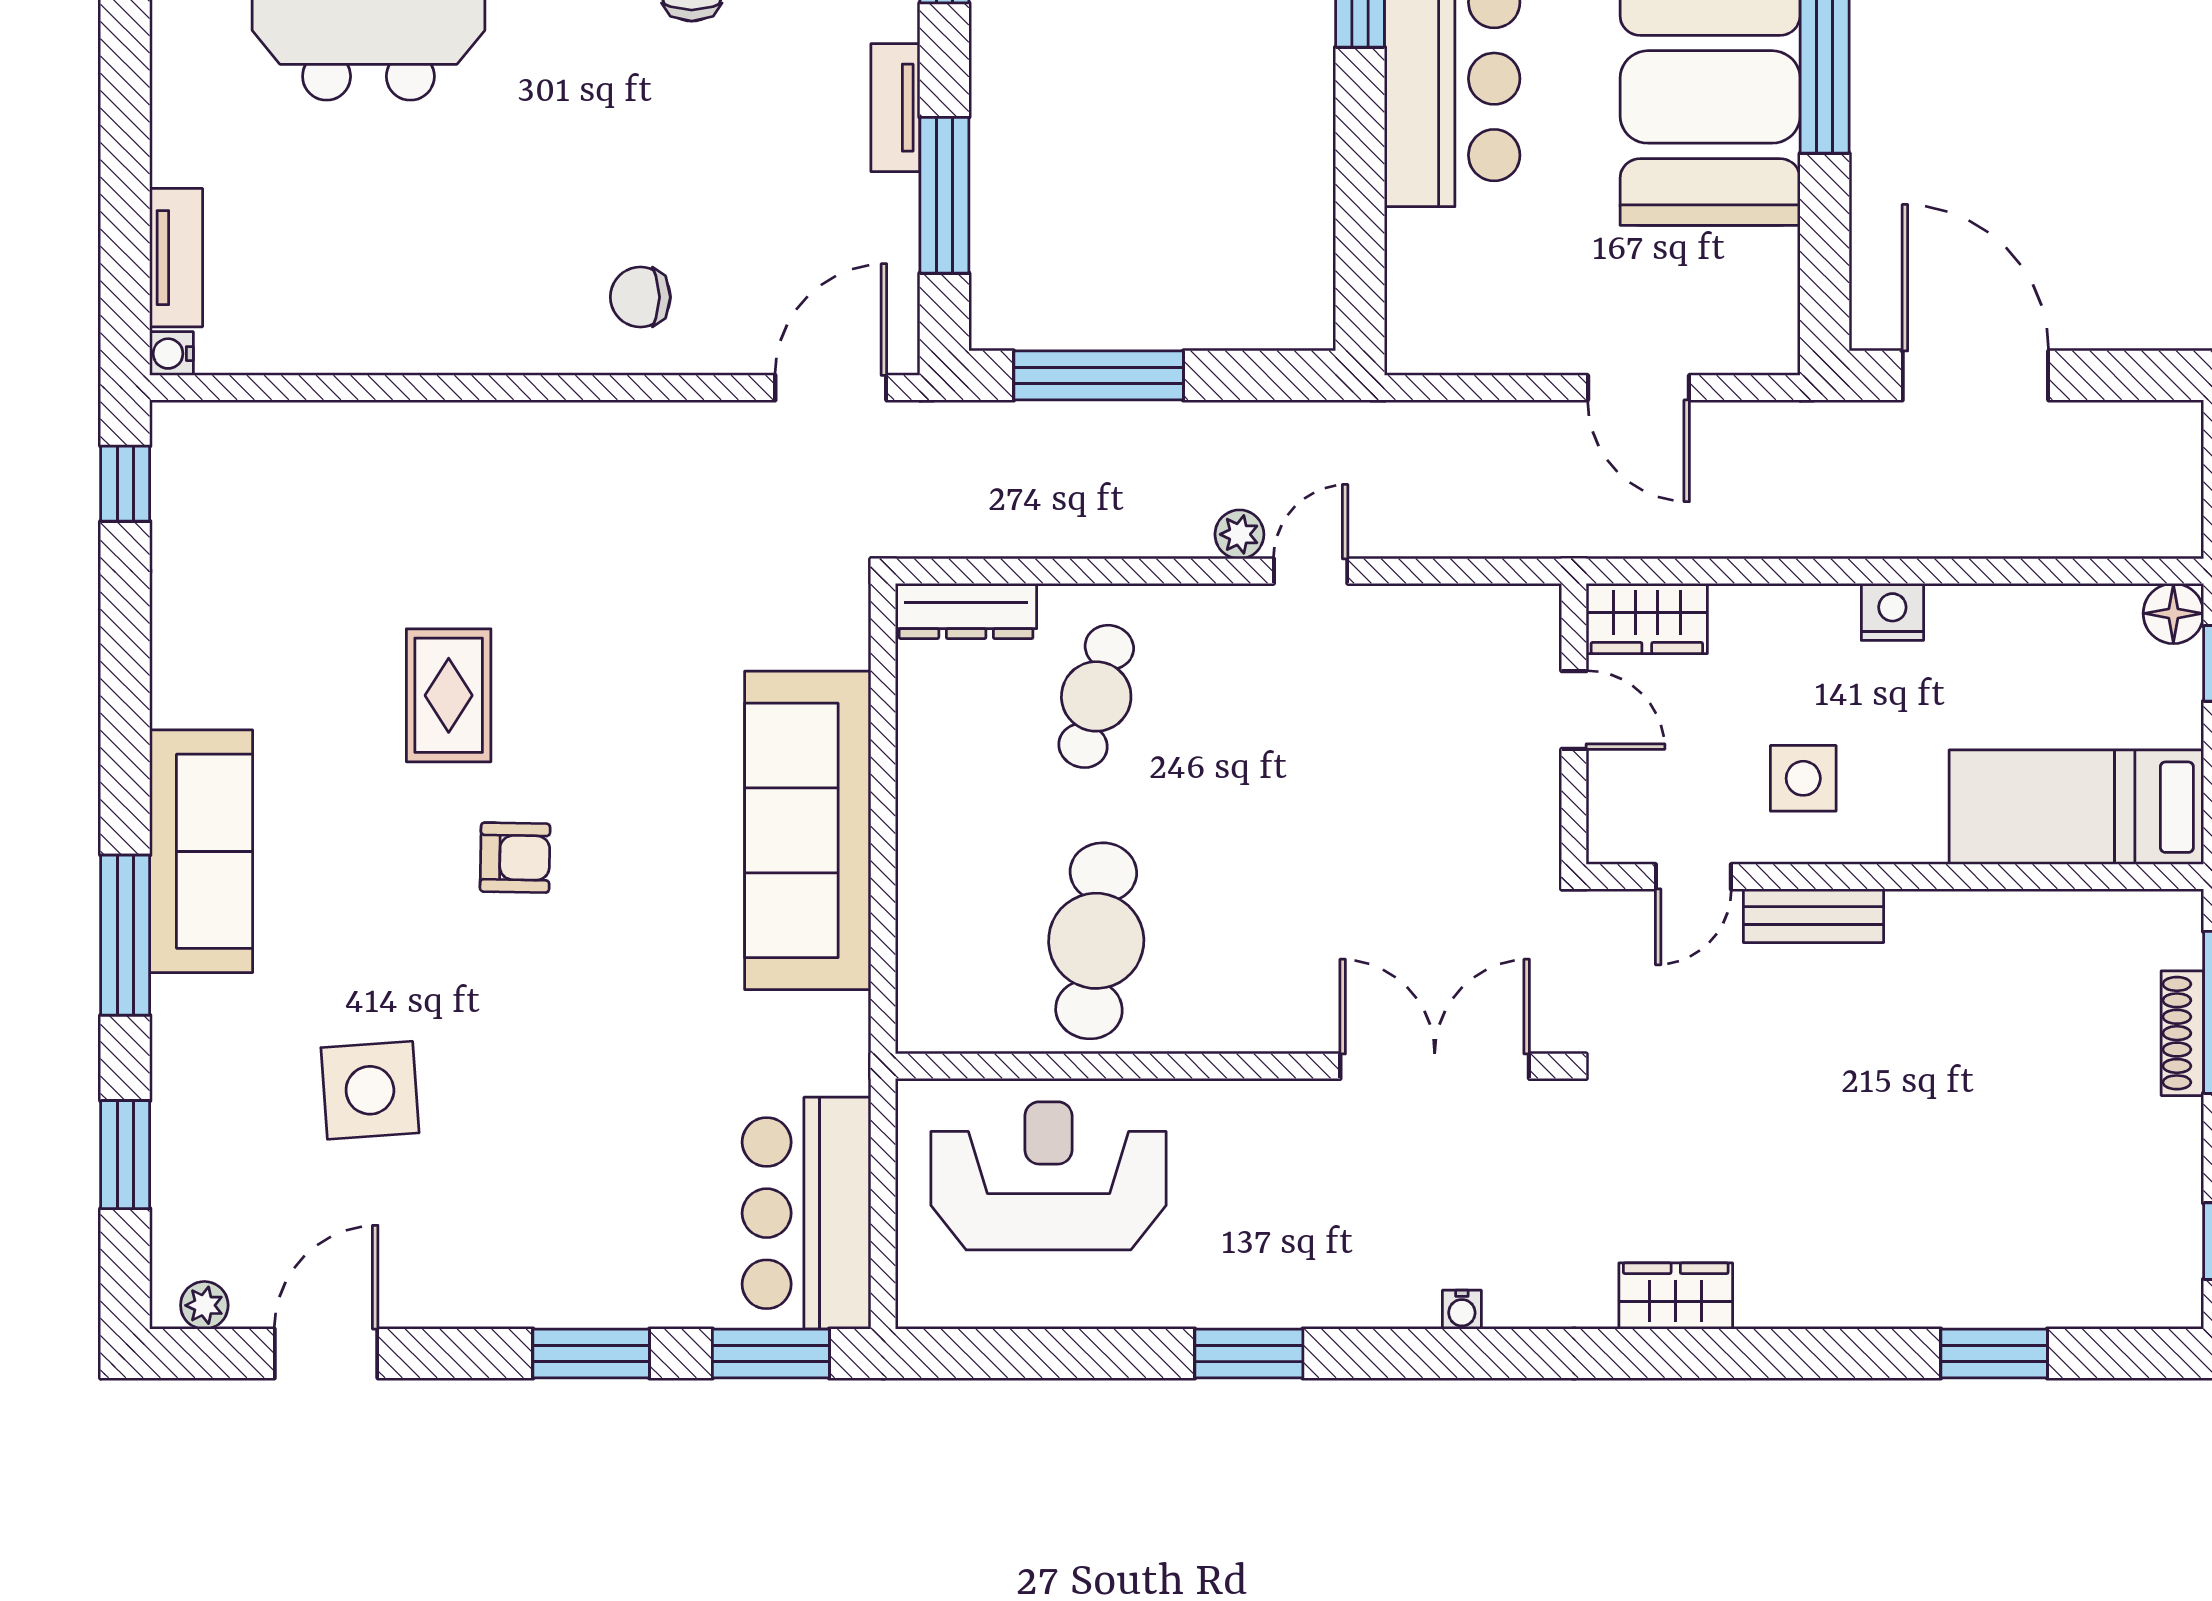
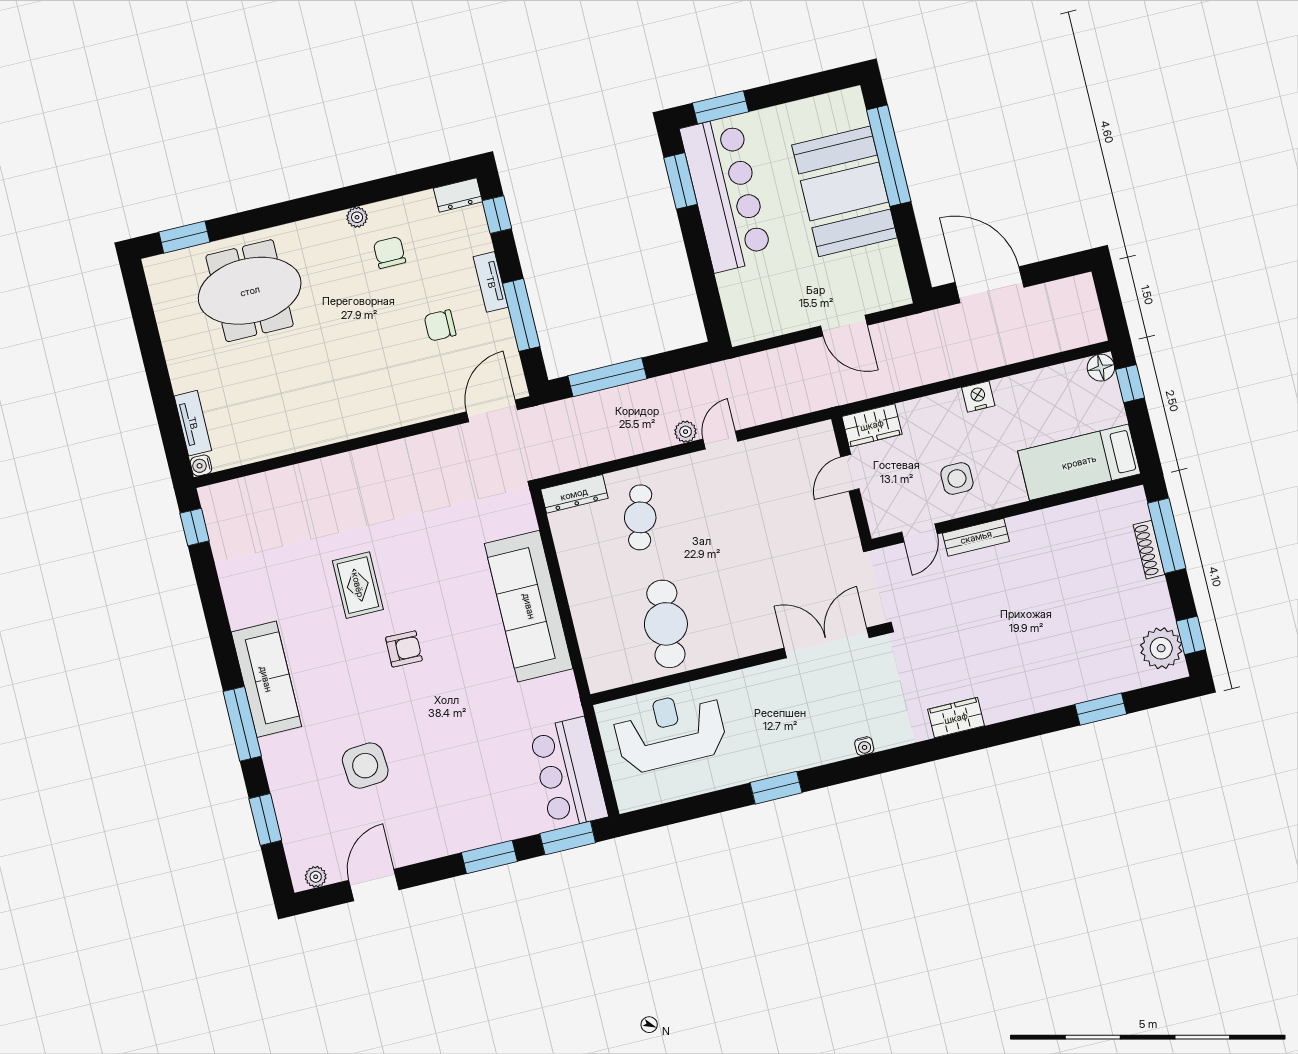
chair: (640, 297) -> (440, 325), moved
door: (1574, 710) -> (850, 473), swing flipped
plant: (2157, 1253) -> (1161, 648), added

